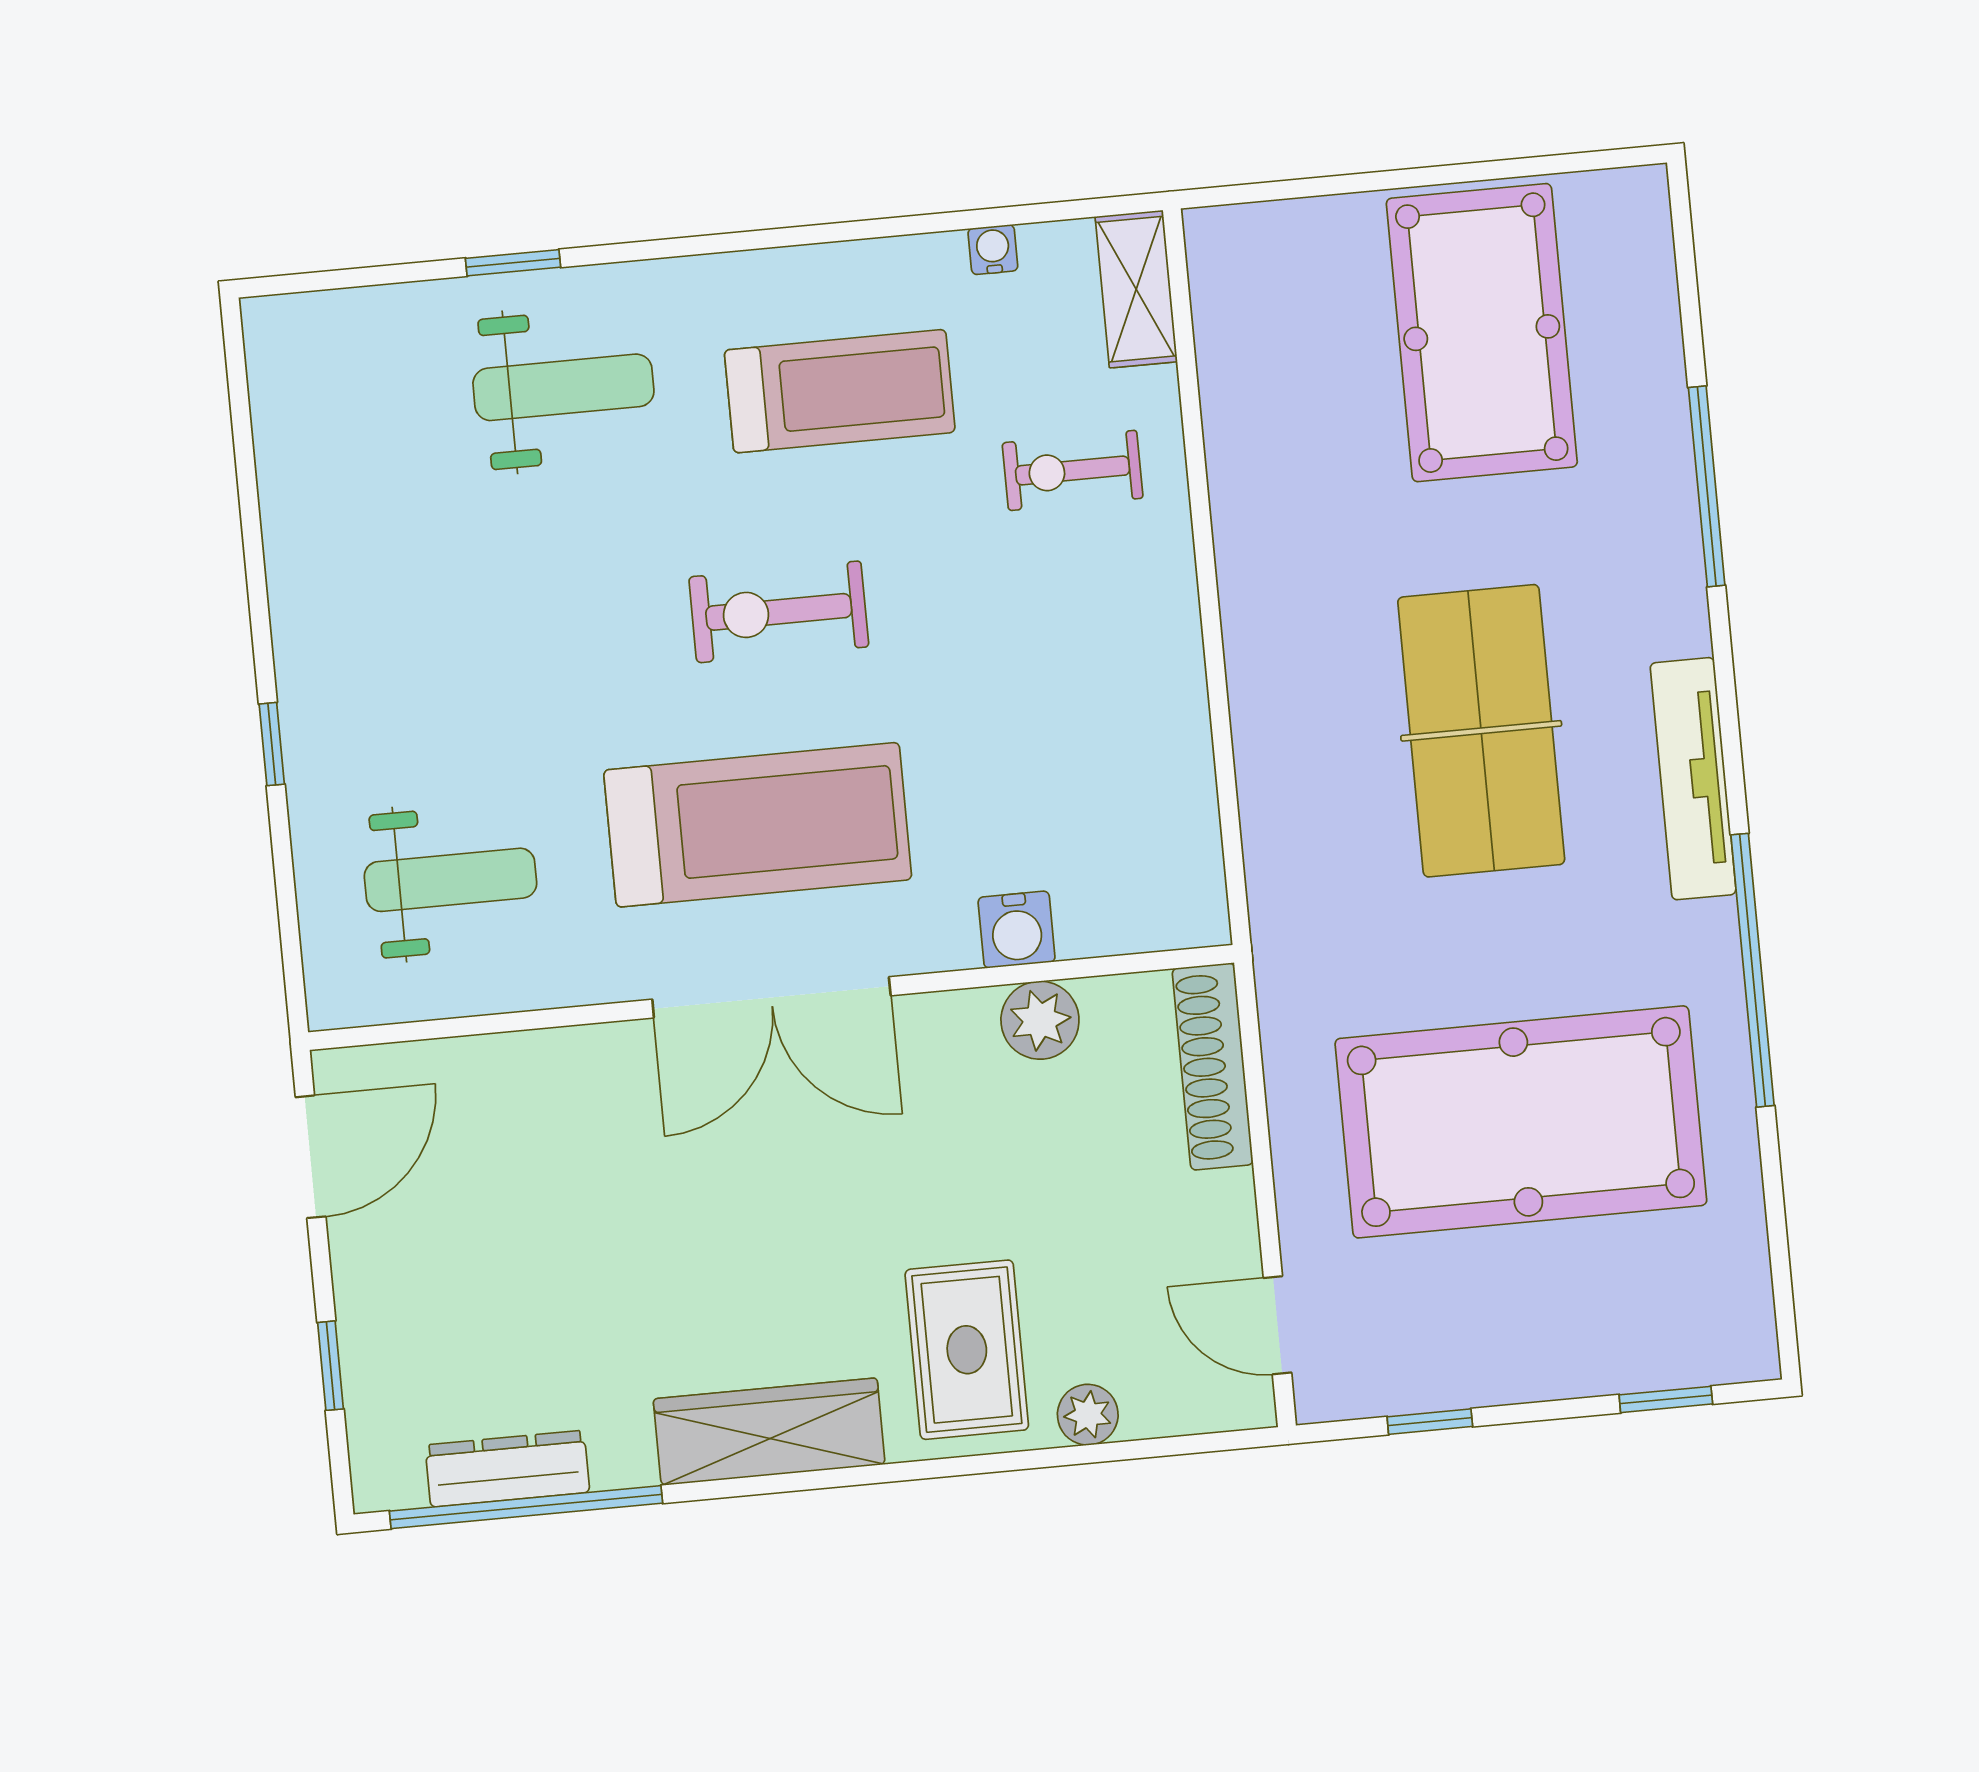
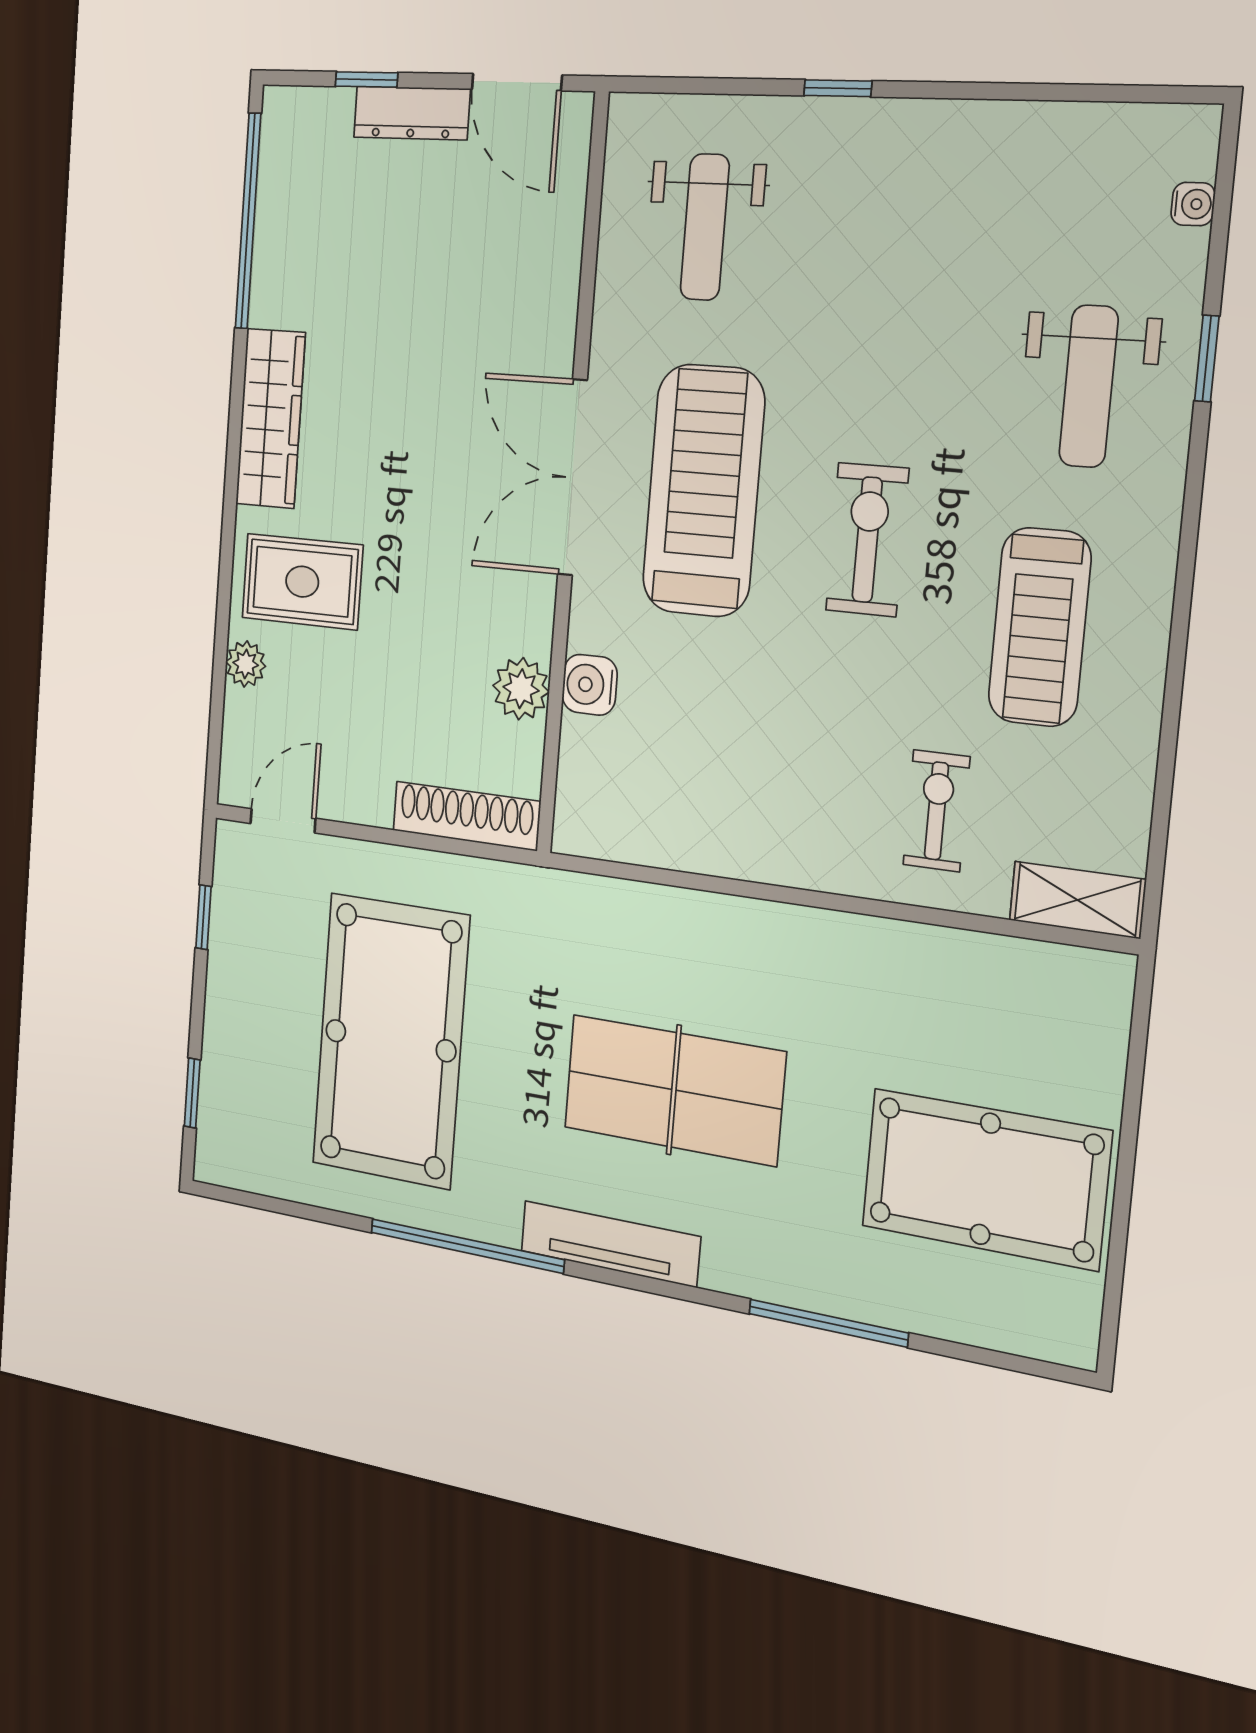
water cooler: (993, 250) -> (1193, 204), moved
treadmill: (758, 825) -> (703, 491), turned 180
dresser: (507, 1469) -> (412, 113), moved, turned 90

